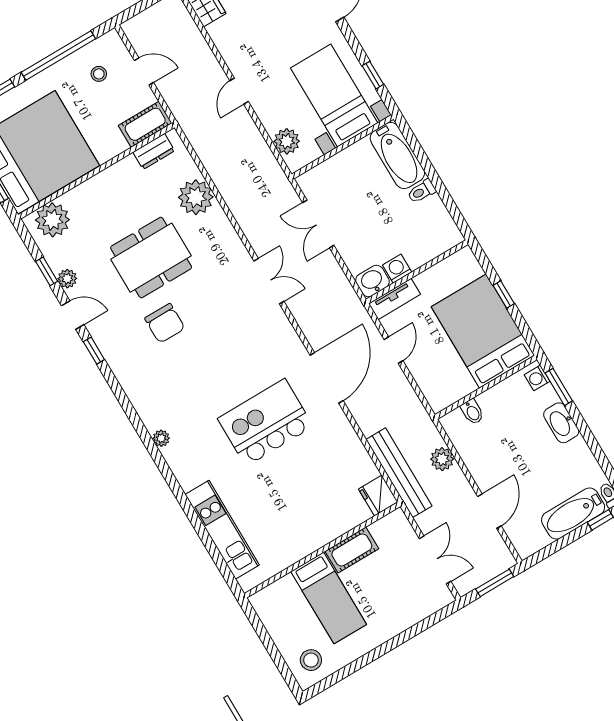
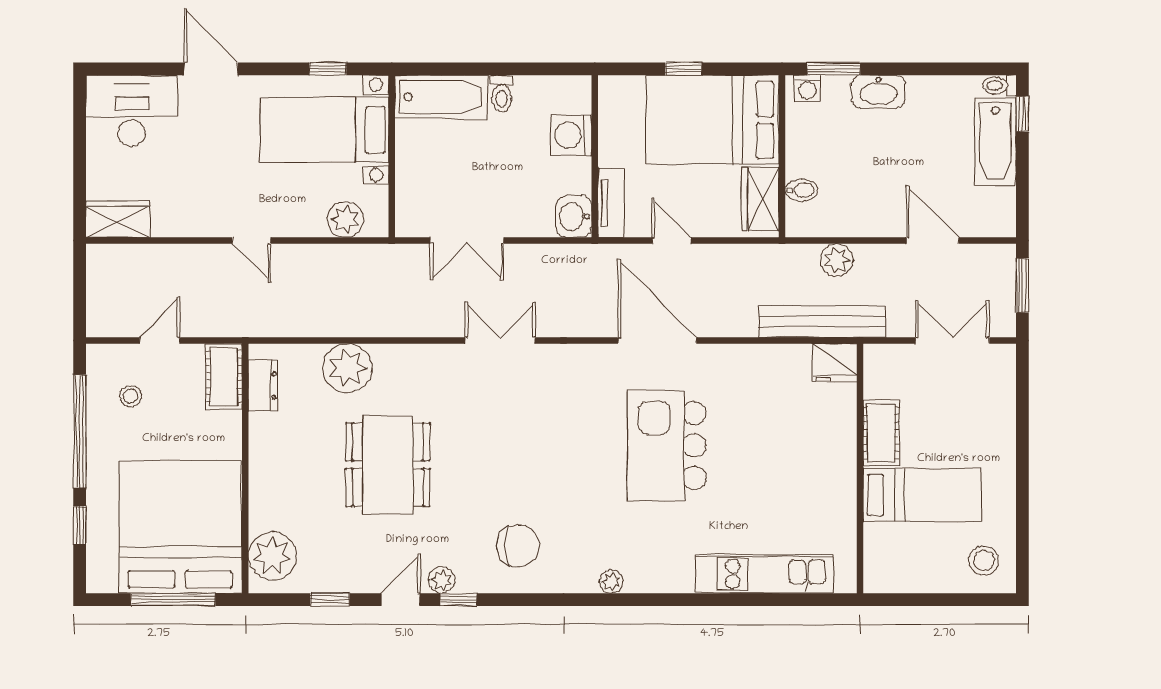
washing machine: (397, 269) -> (571, 135), moved, width x1.38, depth x1.38
plant: (67, 279) -> (442, 580), moved
chair: (165, 323) -> (518, 546), moved
wardrobe: (452, 390) -> (760, 199), added

